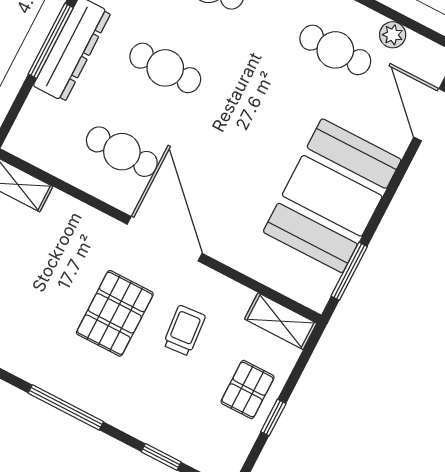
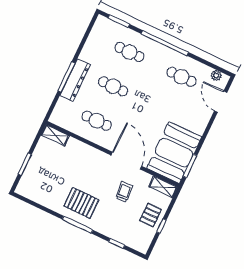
plant: (393, 35) -> (216, 76), moved
booth: (332, 196) -> (174, 153), moved
door: (165, 239) -> (126, 161), moved
pallet: (115, 313) -> (81, 203), moved, turned 90

